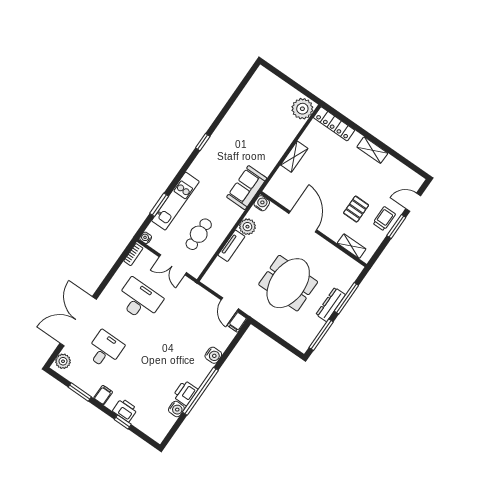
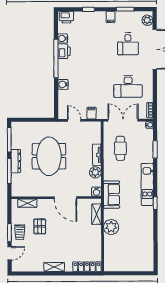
plant: (302, 109) -> (111, 227), moved
shelving: (294, 157) -> (96, 214), moved
kitchen unit: (175, 201) -> (147, 184), moved
double door: (173, 265) -> (123, 120), width x1.37
filing cabinet: (237, 322) -> (92, 113), moved
printer: (125, 410) -> (66, 17), moved

